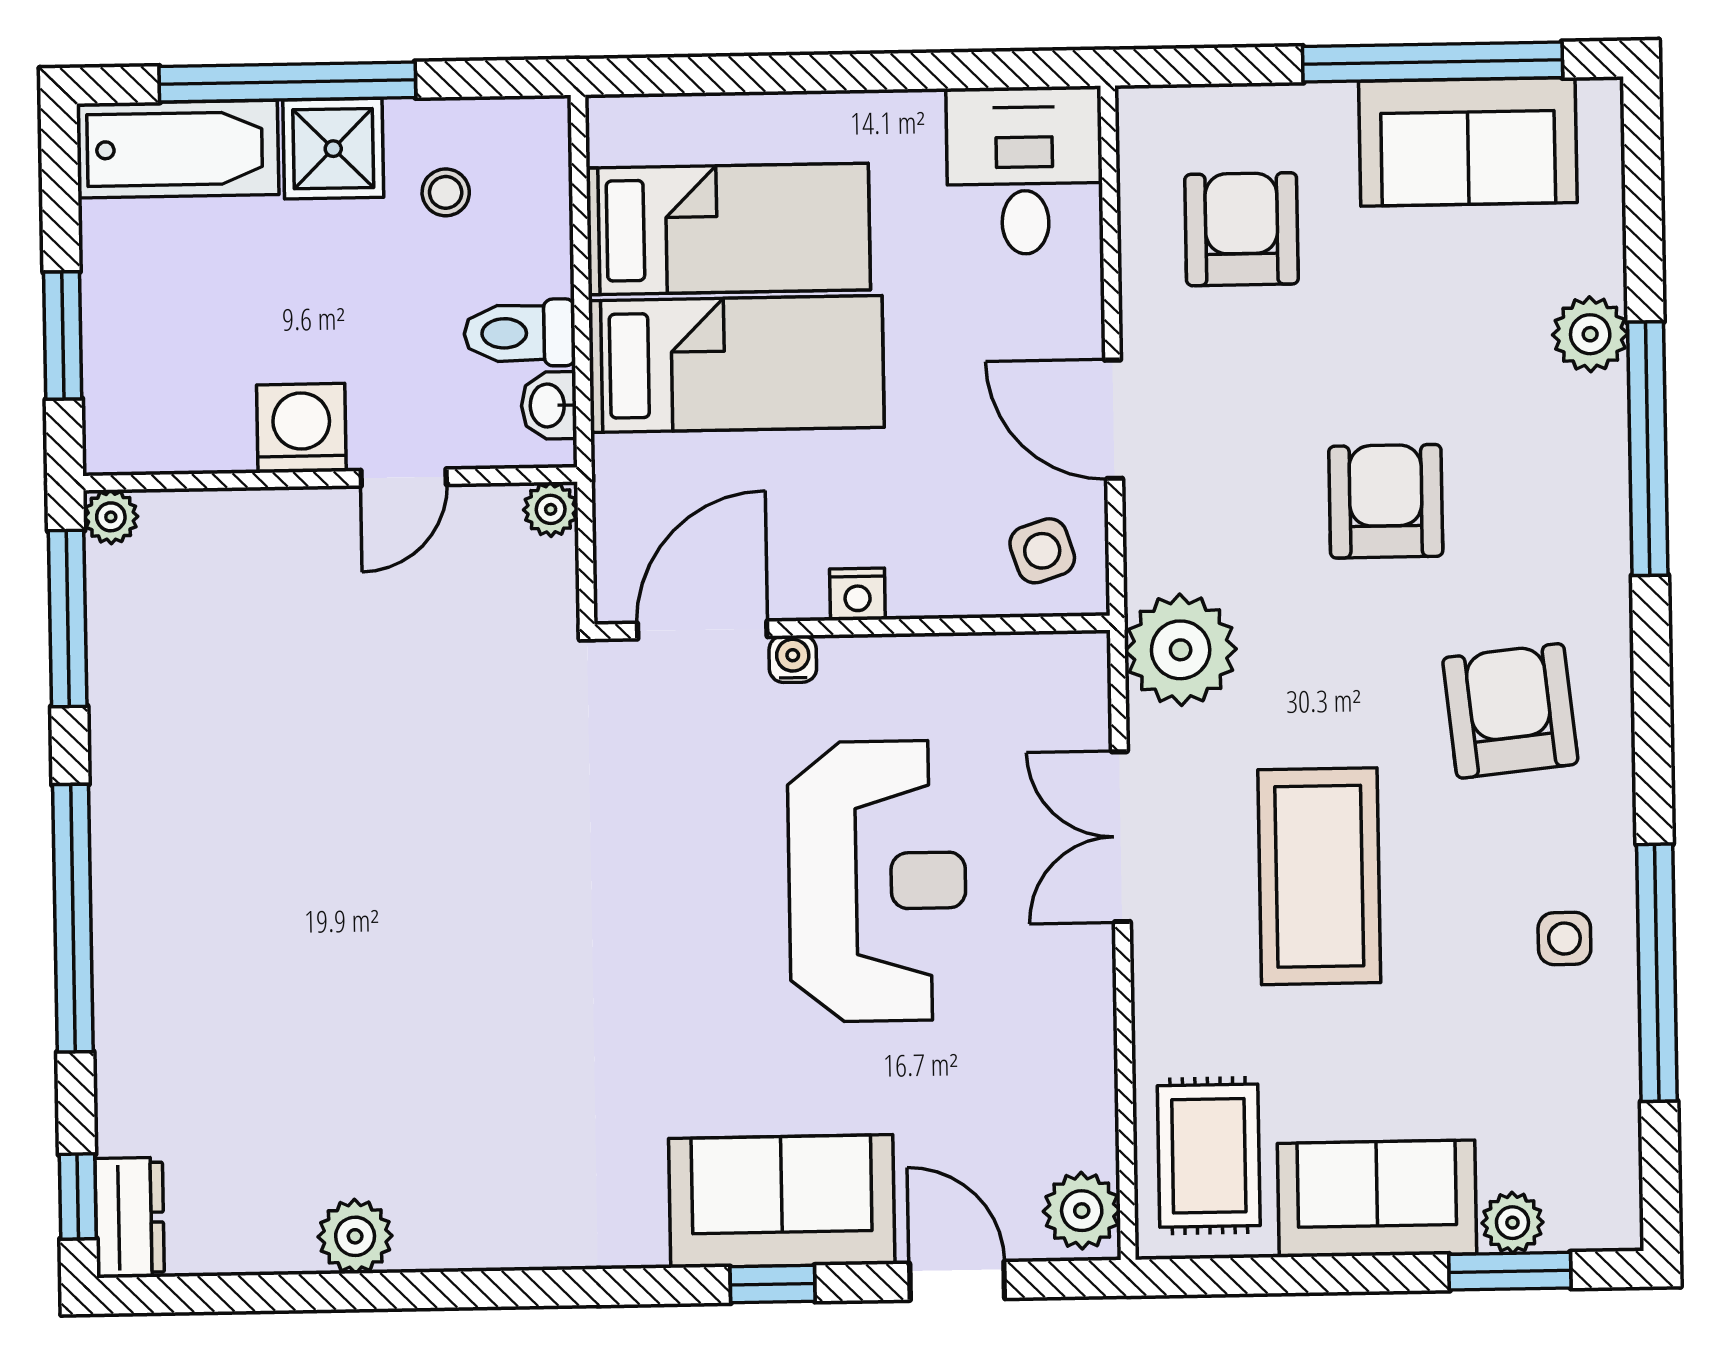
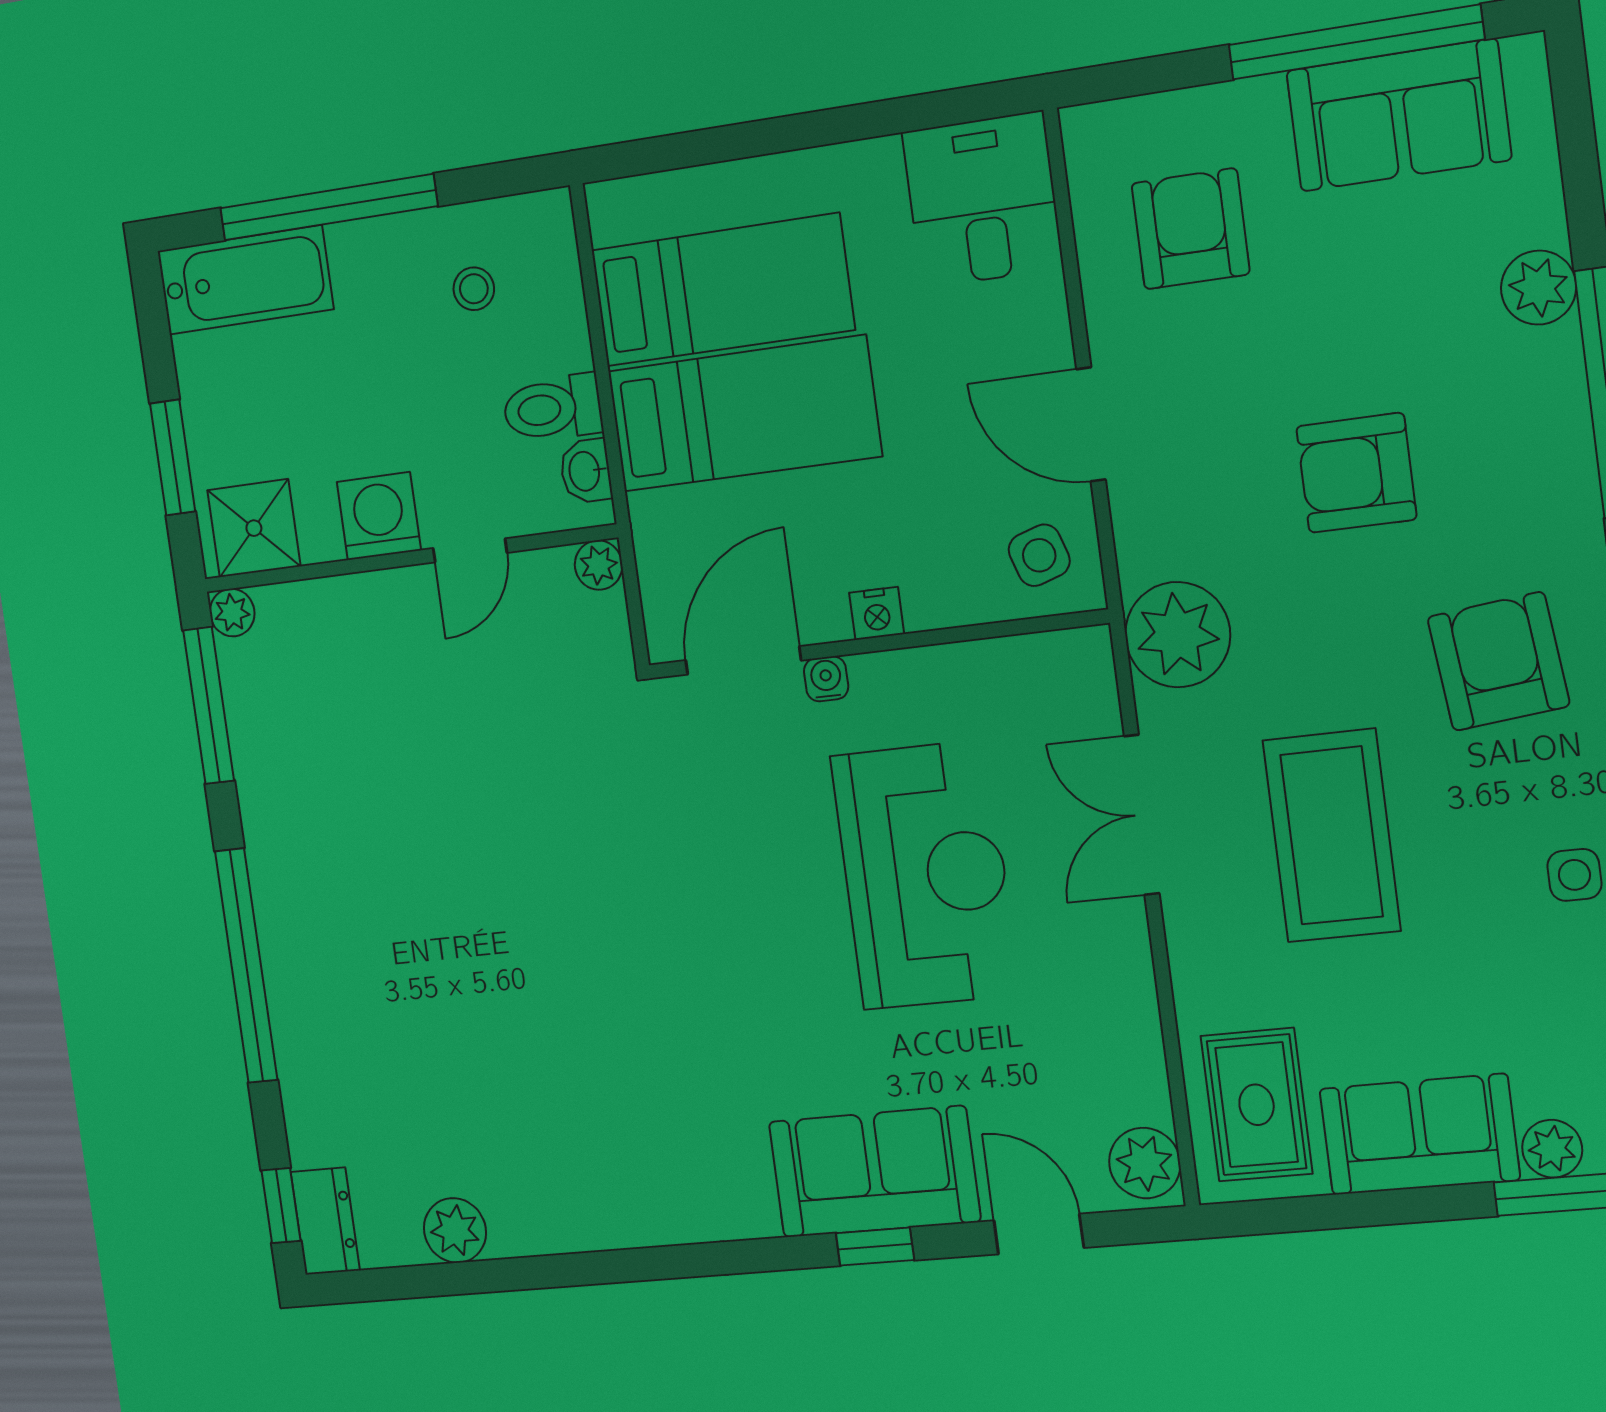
shower: (333, 149) -> (254, 528), moved
armchair: (1386, 501) -> (1356, 473), turned -90
plant: (355, 1236) -> (455, 1230), moved

